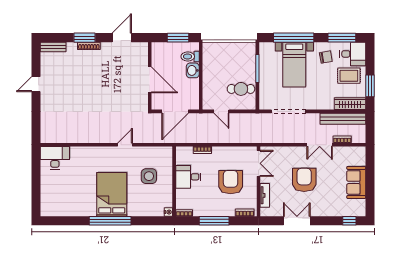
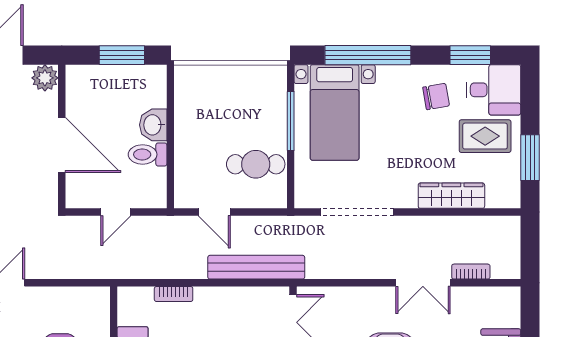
window: (342, 38) -> (470, 55), width x0.69
plant: (142, 48) -> (45, 78), added
toilet: (190, 56) -> (148, 154), moved
bed with nightstands: (294, 65) -> (335, 112), moved
wardrobe: (350, 104) -> (451, 196), moved
door: (175, 111) -> (116, 212), width x0.53
bench: (343, 119) -> (256, 267), moved

